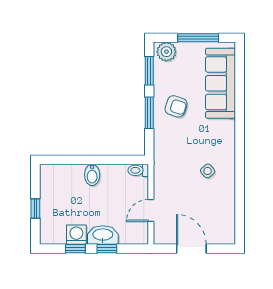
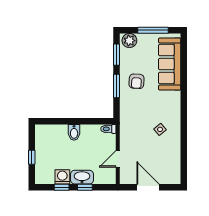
armchair: (176, 106) -> (137, 81), turned 76

